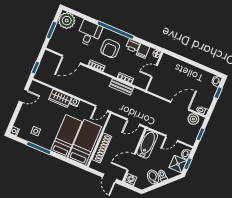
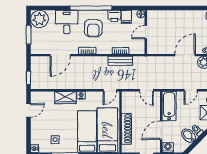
door: (133, 122) -> (147, 90), hinge flipped

